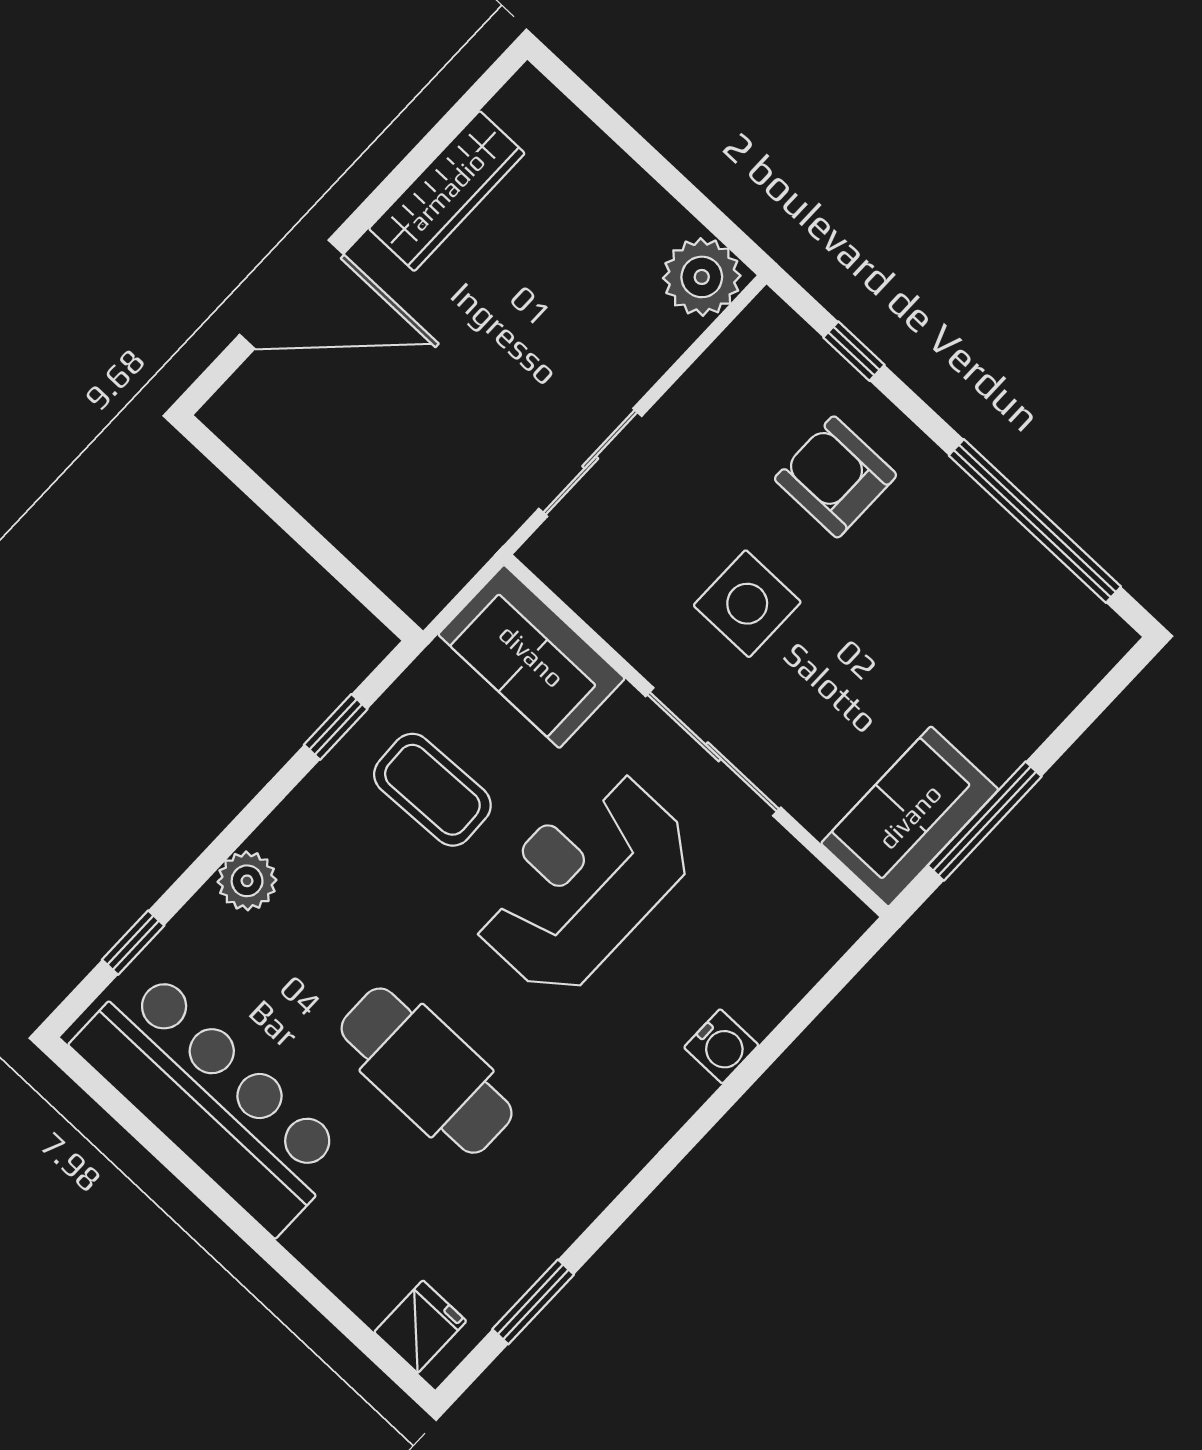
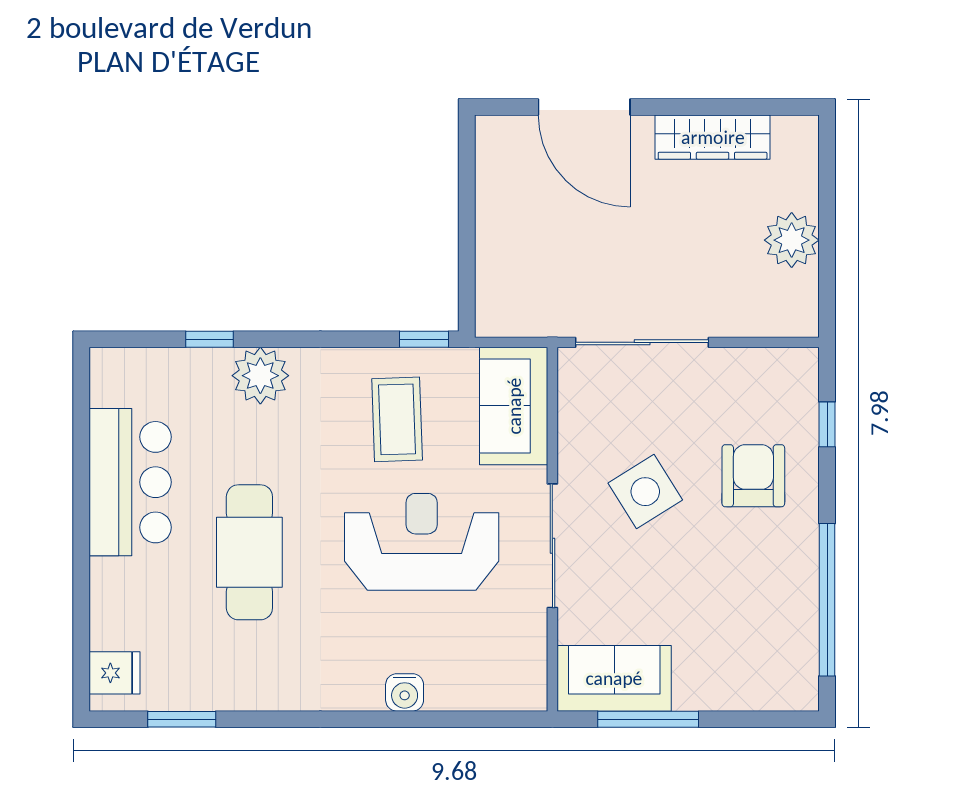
plant: (702, 277) -> (792, 240), moved
sliding door: (590, 462) -> (642, 342), width x1.37
side table: (747, 604) -> (645, 492), turned -32
window: (336, 727) -> (424, 339), moved
plant: (247, 881) -> (260, 376), width x1.36, depth x1.36
window: (133, 943) -> (209, 339), moved
bar counter: (211, 1100) -> (130, 482), width x0.73

